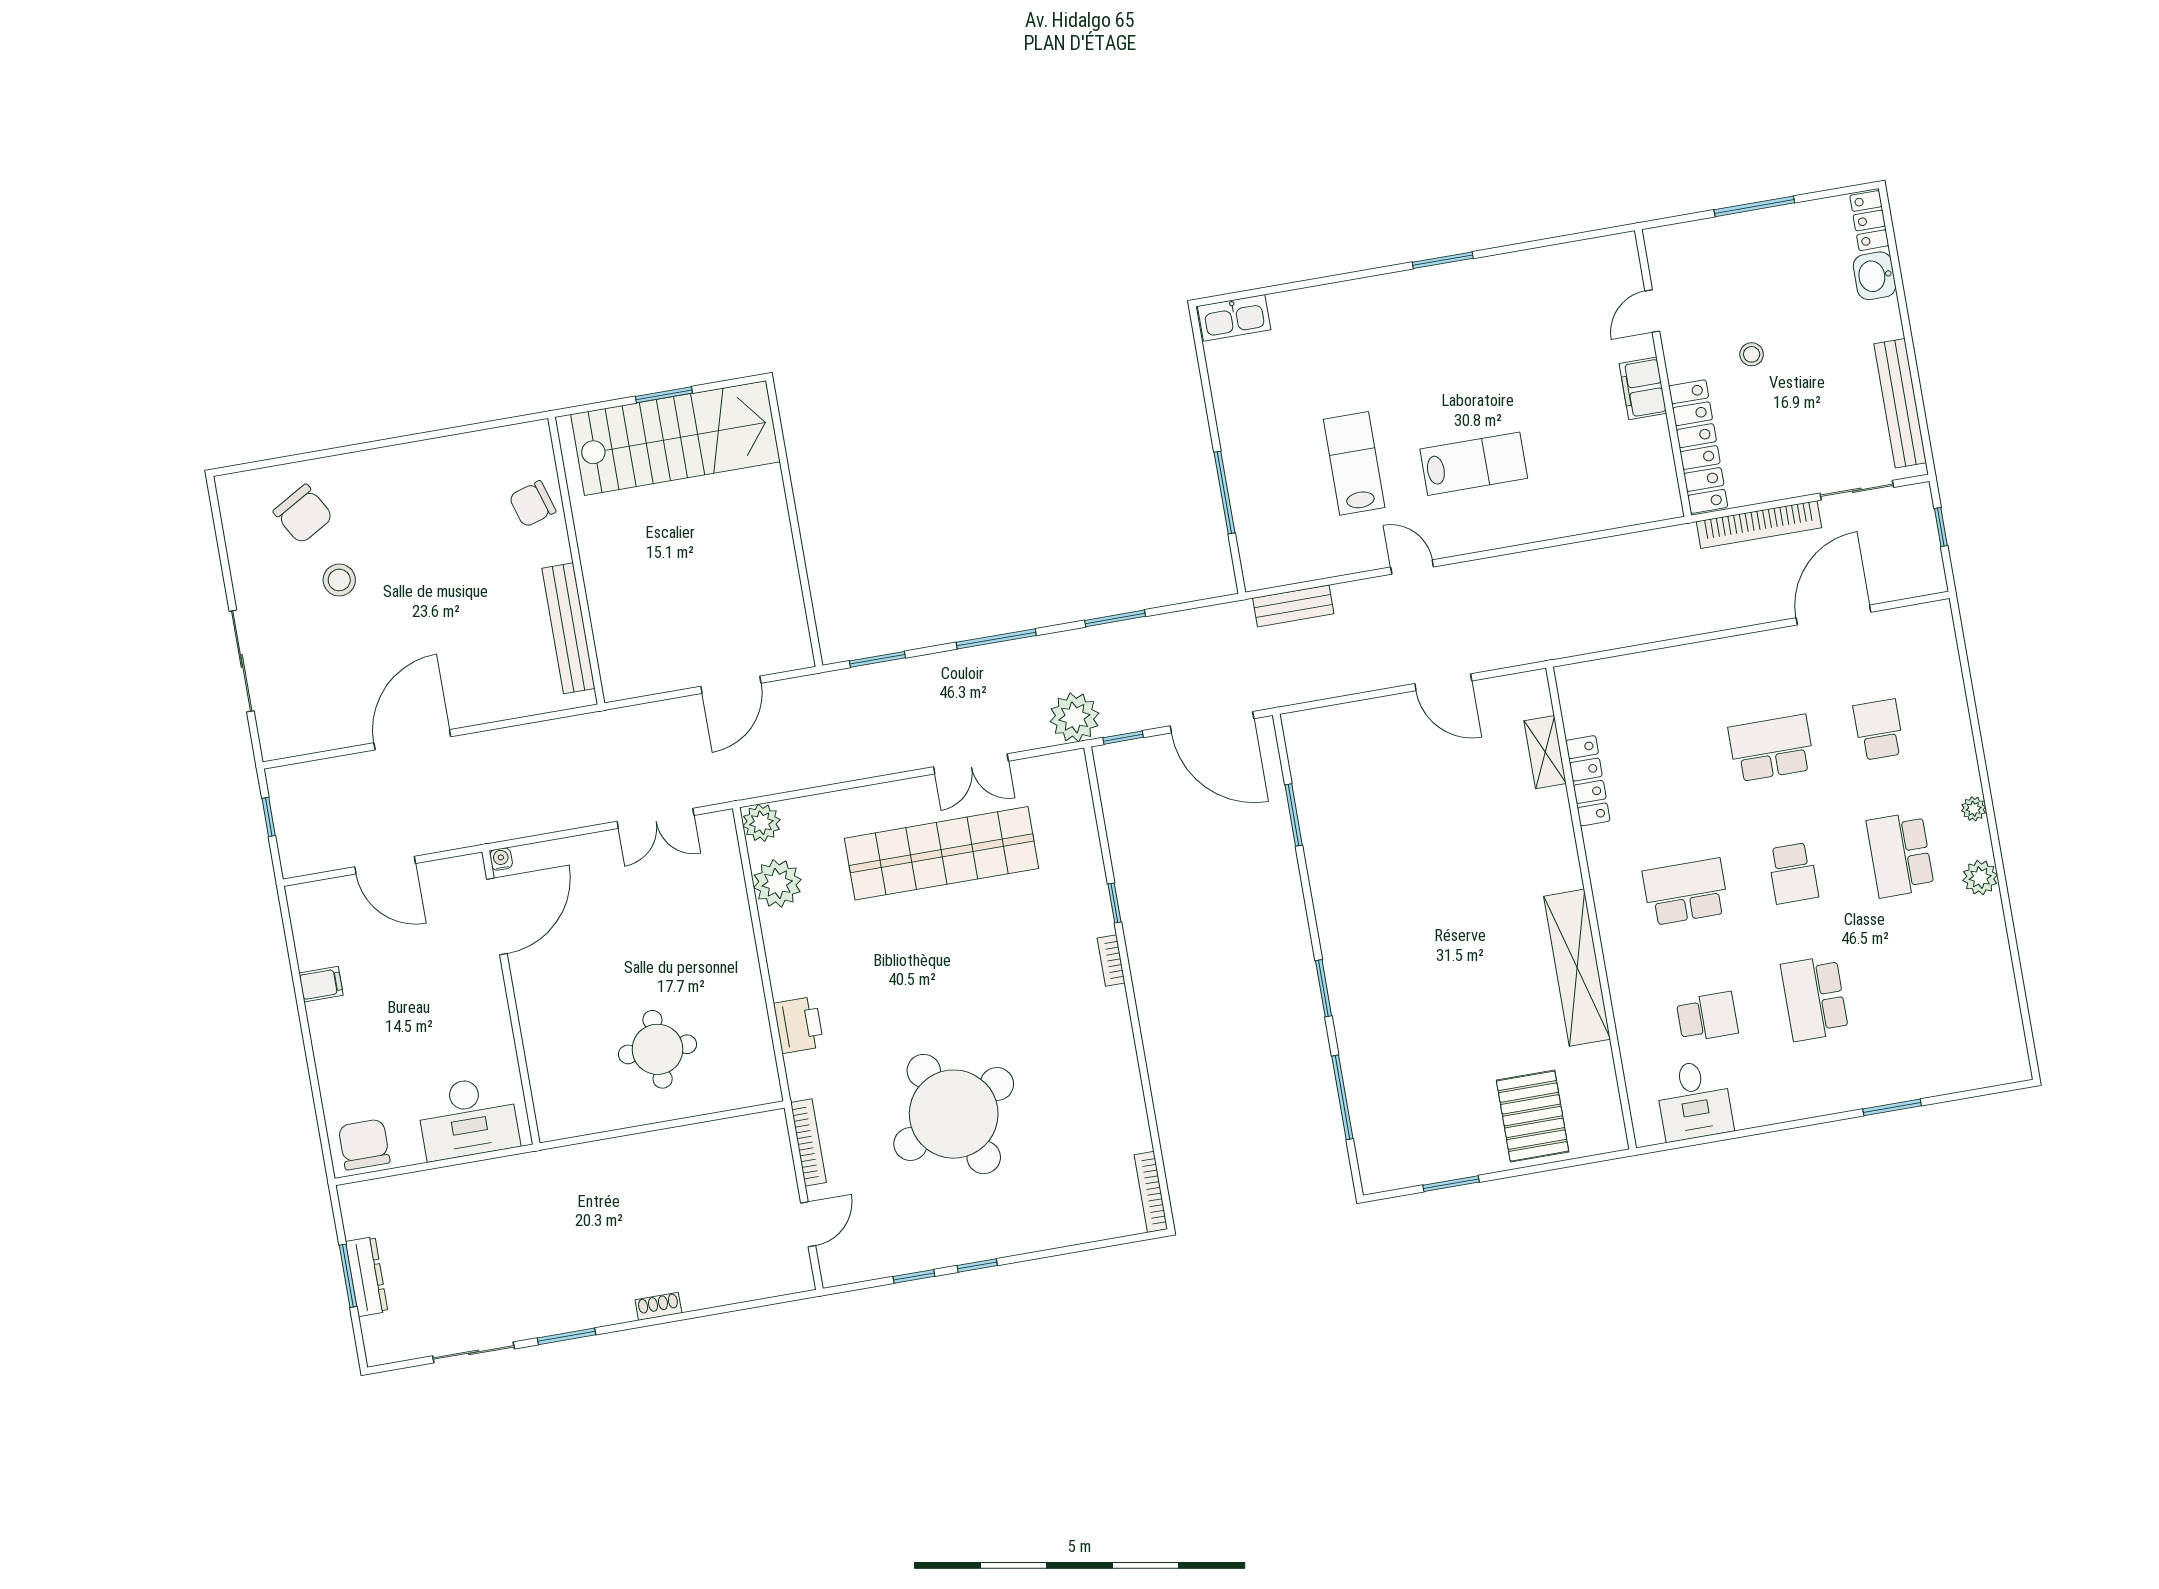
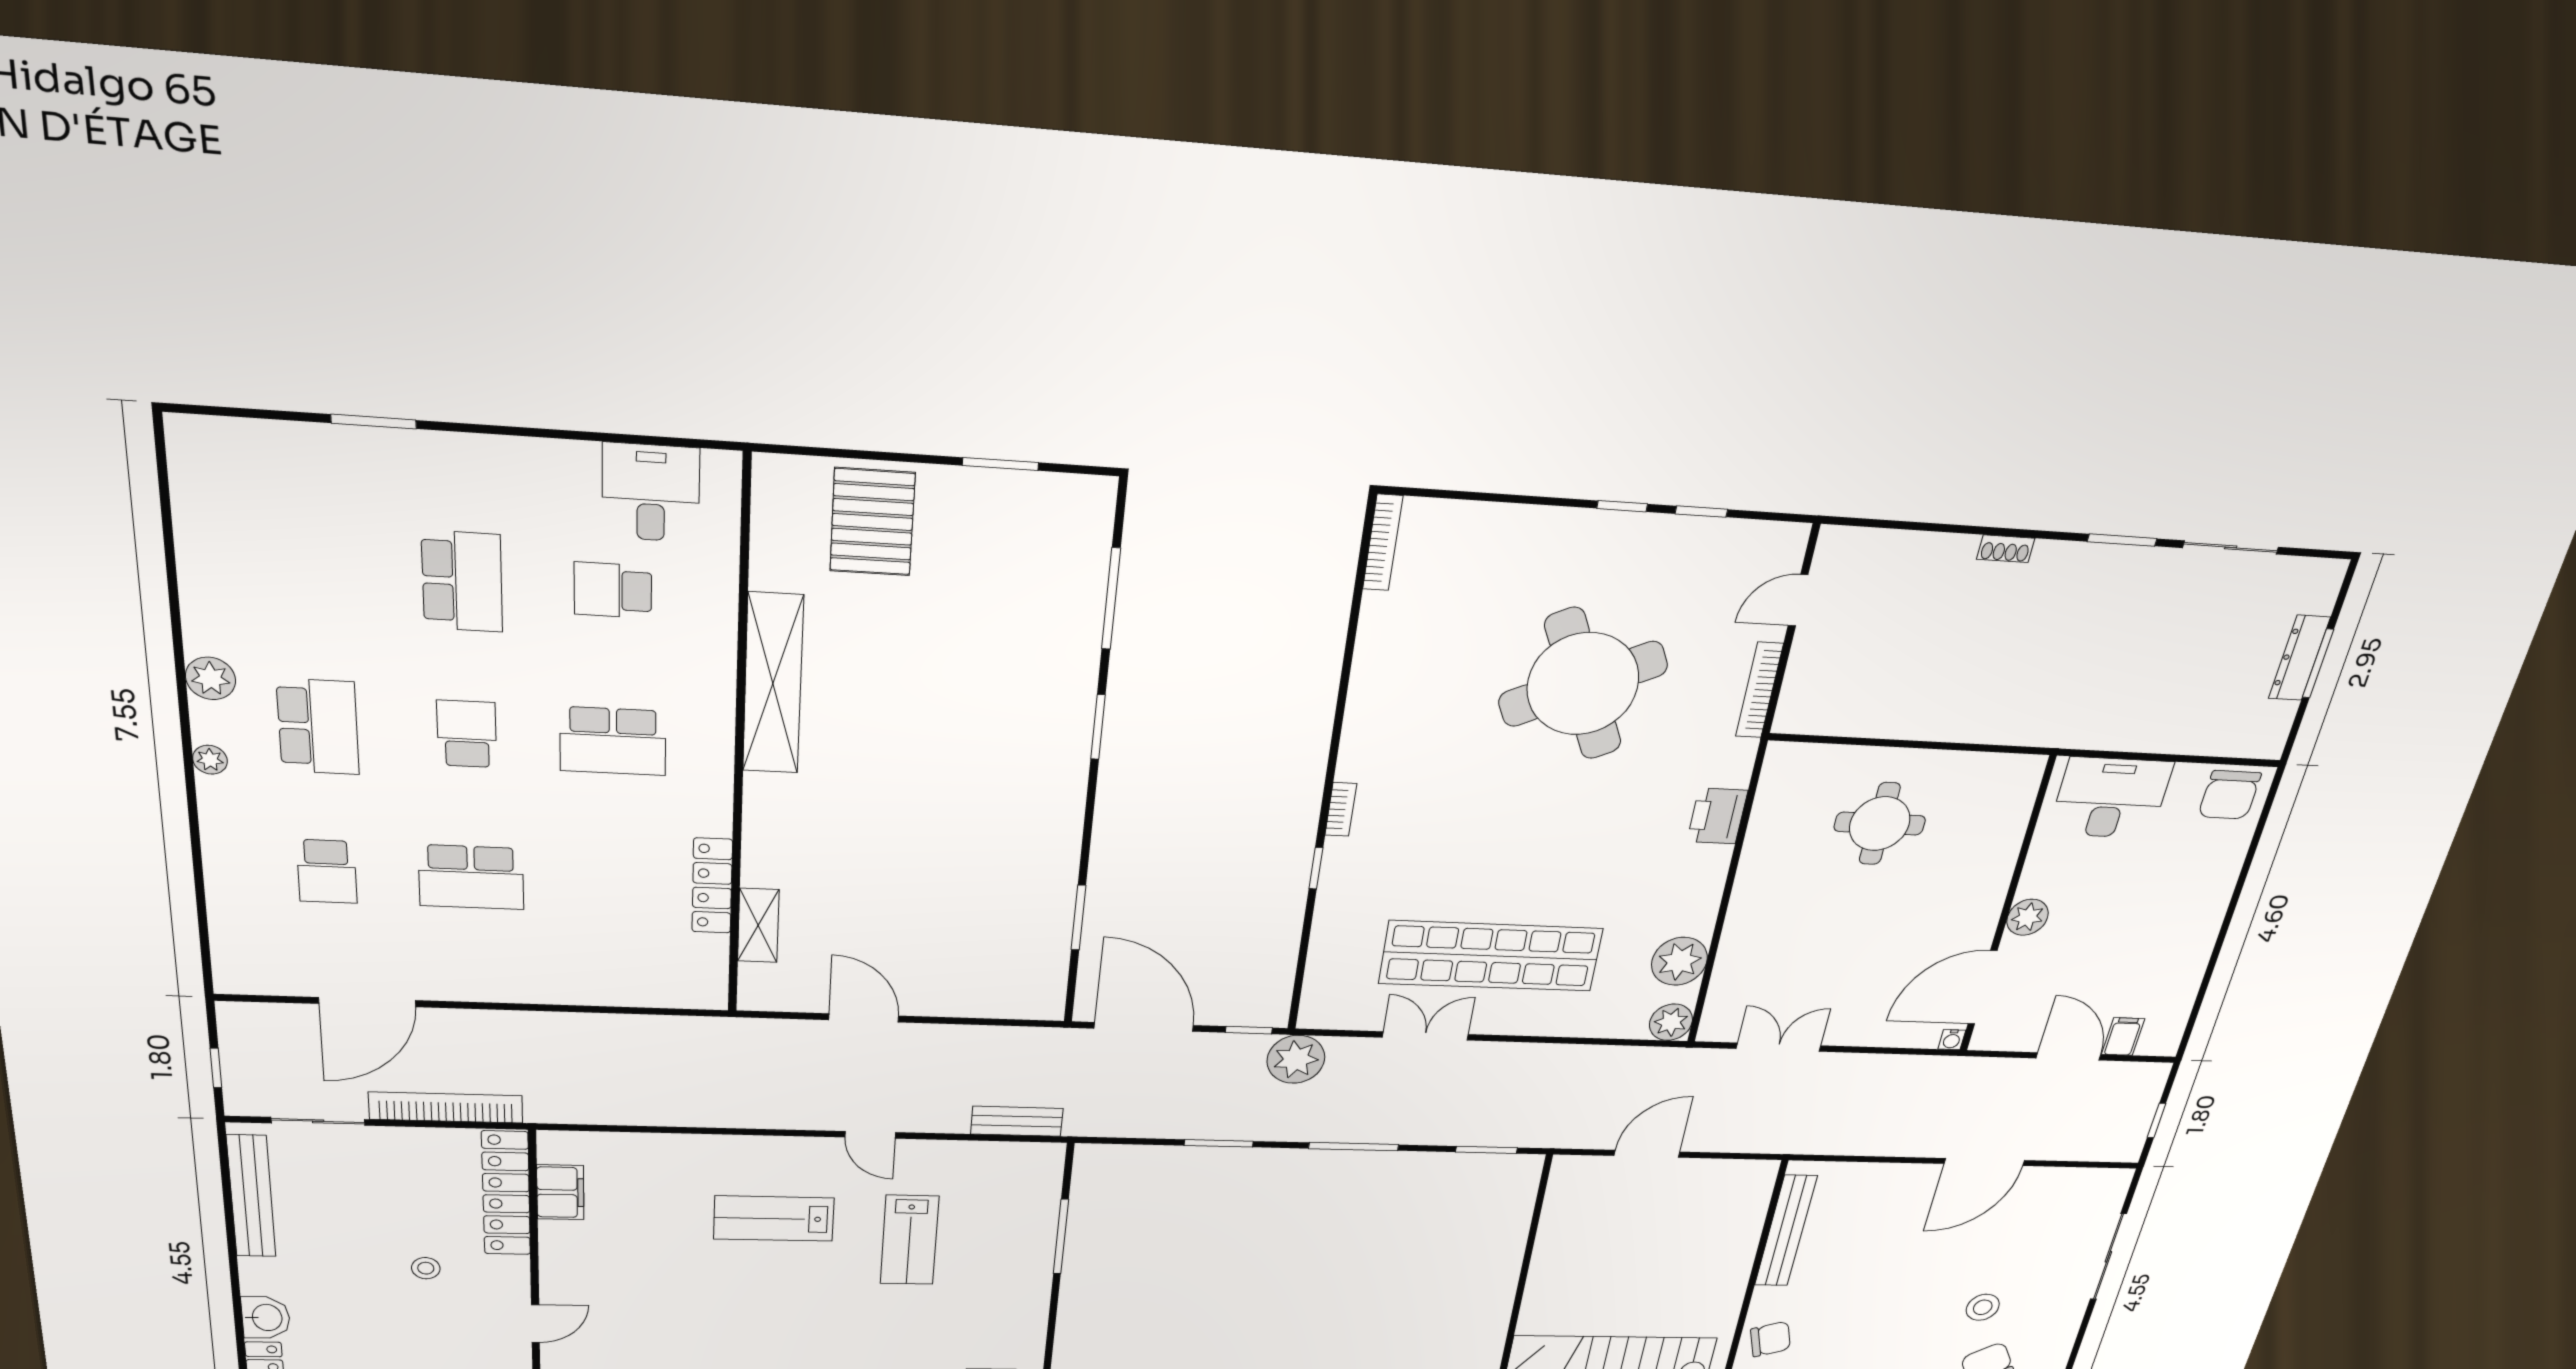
filing cabinet: (1643, 388) -> (560, 1192), moved
filing cabinet: (321, 984) -> (2123, 1036), moved, turned 90
plant: (488, 992) -> (2027, 917), added

